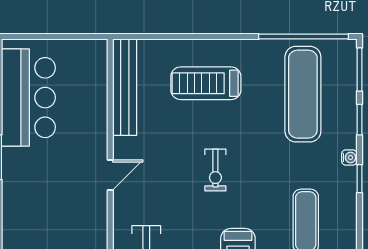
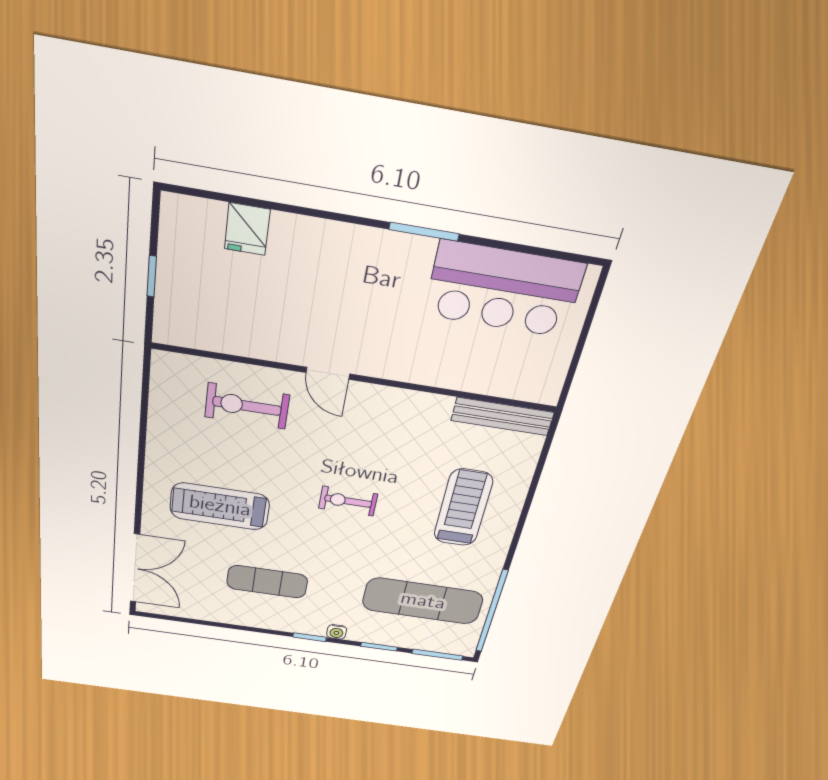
bench: (125, 87) -> (502, 417), width x0.73, depth x0.82
door: (110, 175) -> (328, 373), moved

